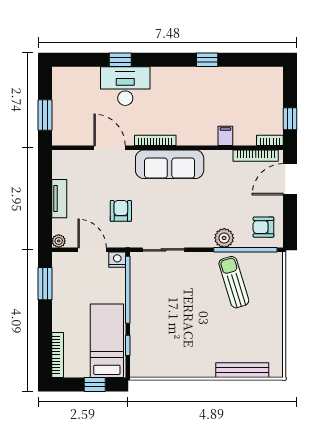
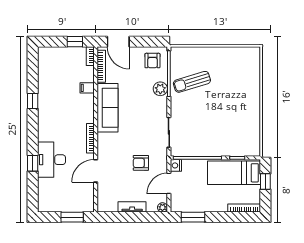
sofa: (170, 164) -> (107, 108), moved
bench: (242, 370) -> (255, 76), removed

